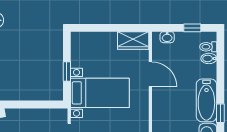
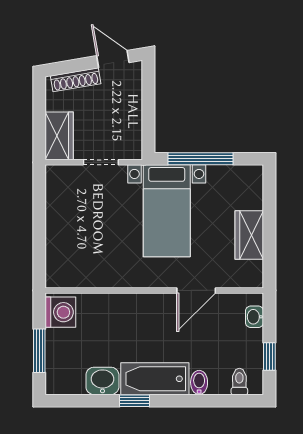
wardrobe: (133, 41) -> (249, 235), moved
bidet: (209, 58) -> (199, 382), moved
window: (67, 71) -> (200, 159), width x2.17

